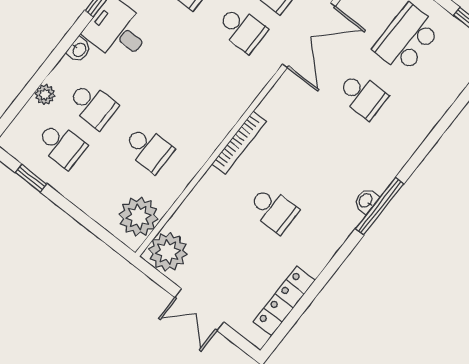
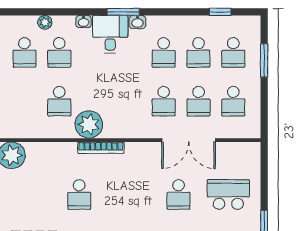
plant: (139, 217) -> (89, 125), moved

